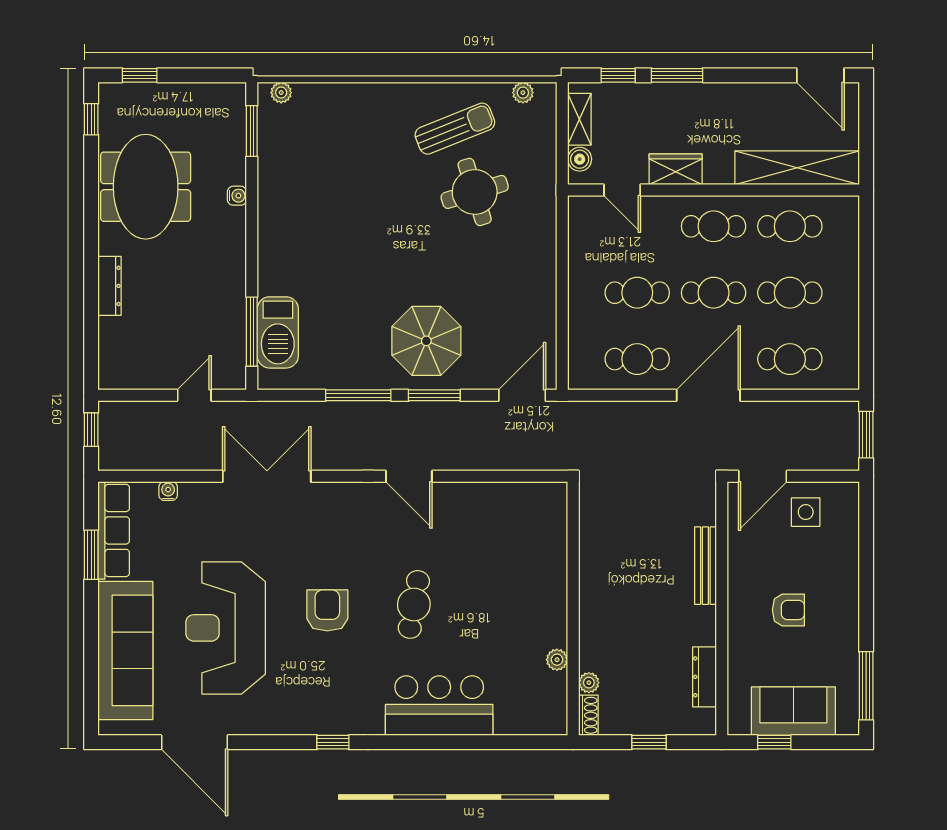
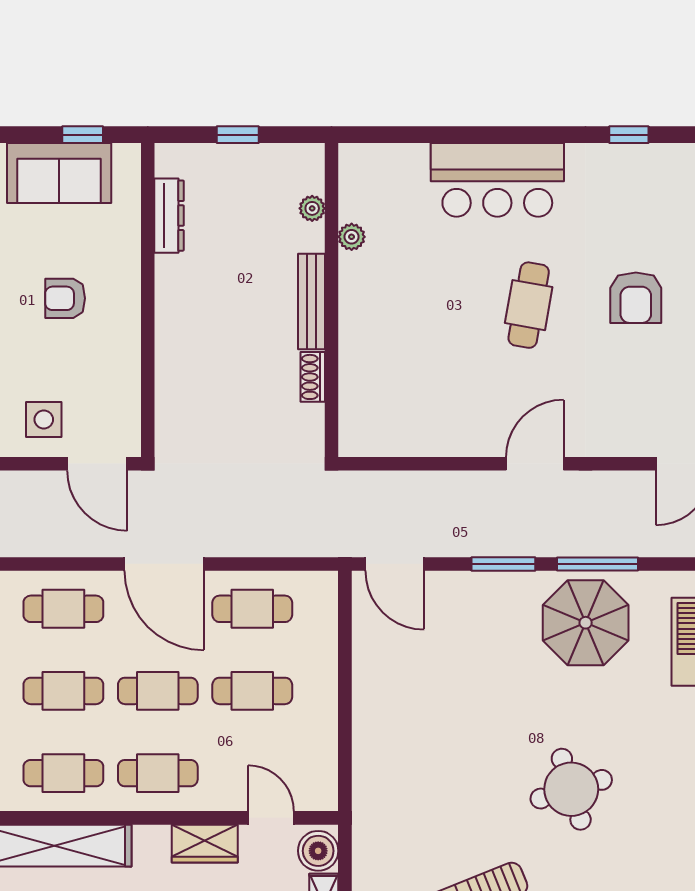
boiler: (580, 159) -> (318, 851), width x1.36, depth x1.36
round table: (475, 192) -> (571, 789), moved
parasol: (426, 341) -> (586, 623), moved
door: (522, 395) -> (395, 564), hinge flipped
door: (708, 395) -> (164, 564), hinge flipped
door: (409, 476) -> (535, 464), hinge flipped
door: (763, 476) -> (97, 464), swing flipped
bench: (705, 566) -> (311, 301), moved
shoe rack: (588, 715) -> (313, 377), moved

